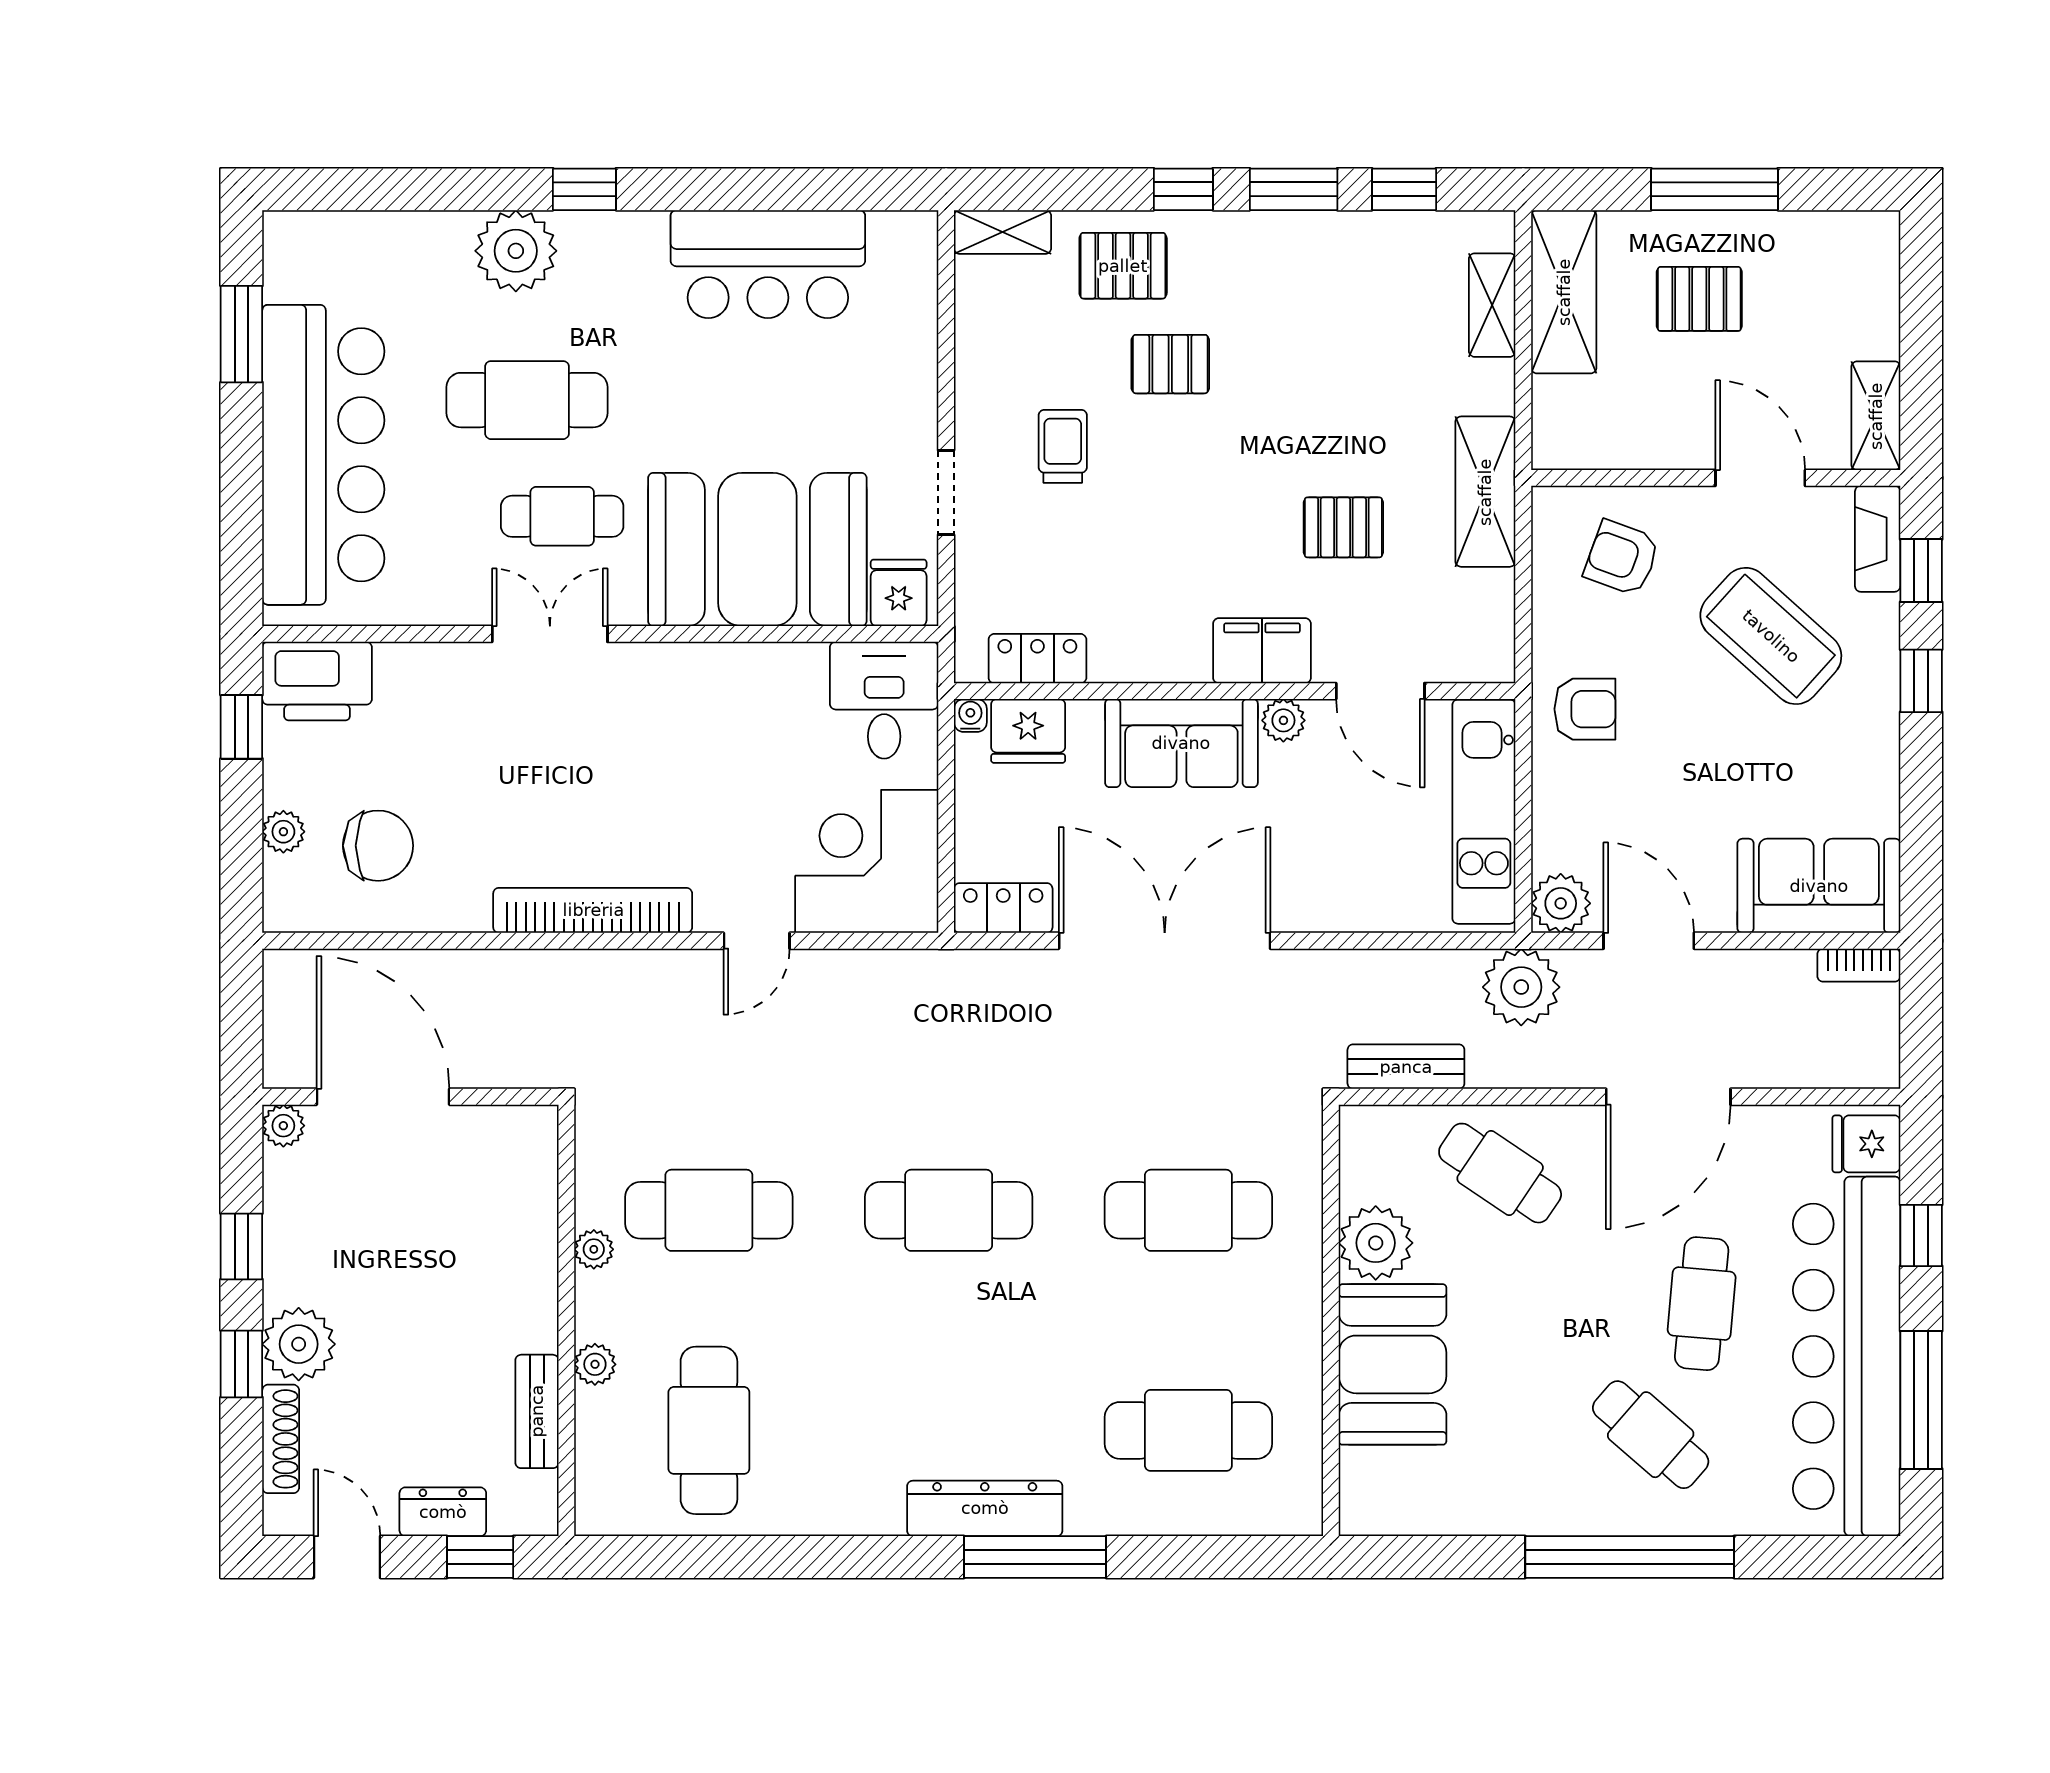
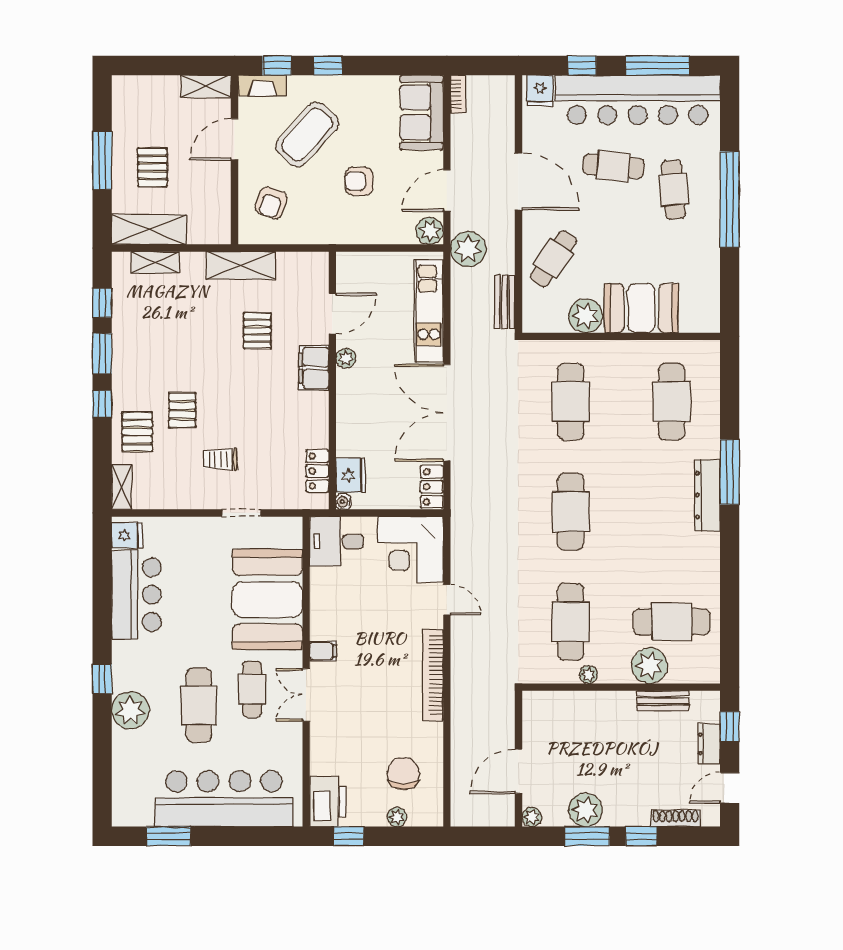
fridge: (899, 593) -> (127, 535), moved, turned 180
filing cabinet: (645, 671) -> (323, 651), added
armchair: (1585, 709) -> (359, 181), moved, turned -90
sofa: (1181, 743) -> (356, 405), removed
kitchen unit: (1484, 812) -> (429, 311), moved, turned 90
door: (383, 1097) -> (518, 771), width x0.73
window: (241, 1246) -> (587, 836), width x1.50
plant: (299, 1344) -> (585, 810), moved
plant: (595, 1364) -> (650, 666), width x1.88, depth x1.88
cafe table: (1651, 1435) -> (674, 190), turned -46

